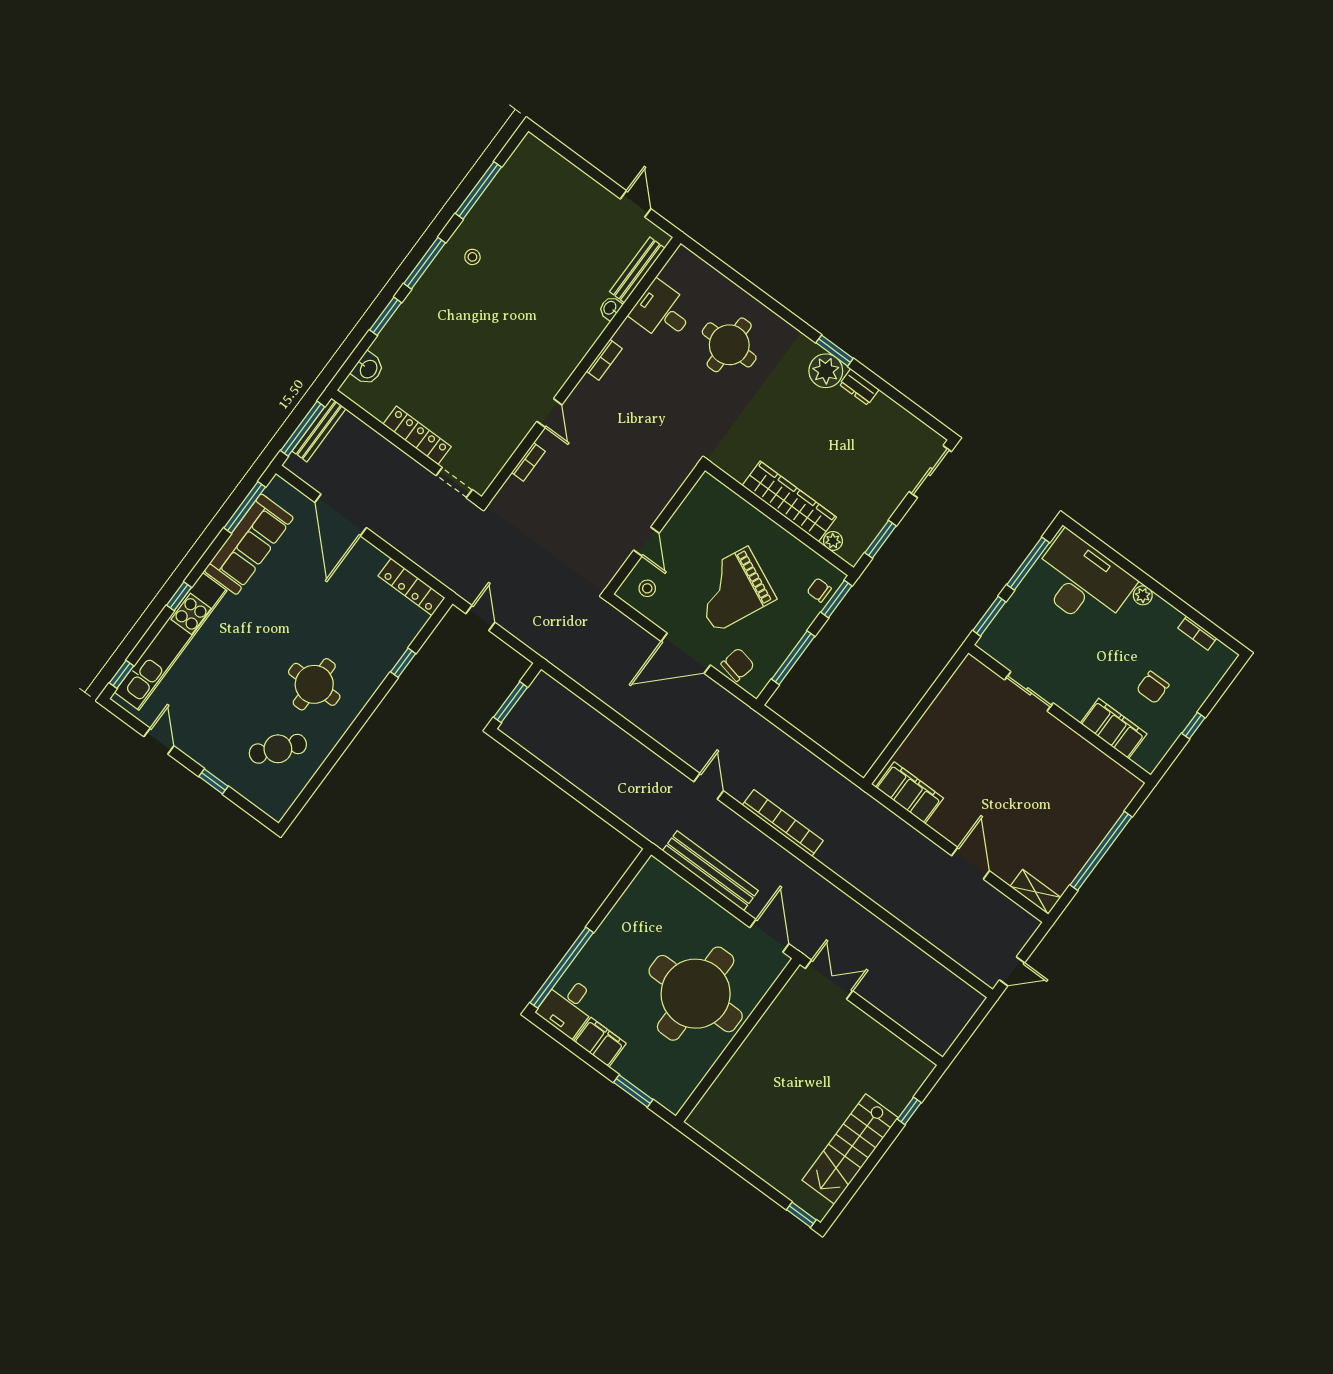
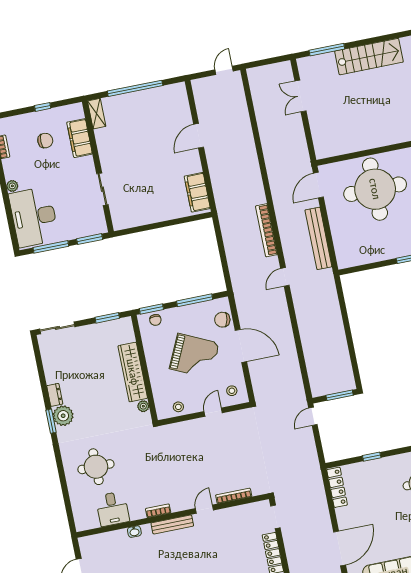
bench: (637, 270) -> (172, 524), moved
bookcase: (528, 462) -> (234, 496), width x1.56
stool: (695, 509) -> (178, 407), added
plant: (833, 541) -> (143, 406), moved
door: (480, 618) -> (313, 416), moved
shelving: (1035, 892) -> (97, 114), moved
door: (1012, 971) -> (224, 70), hinge flipped
double door: (829, 980) -> (300, 96), moved
window: (909, 1111) -> (327, 50), width x2.17

